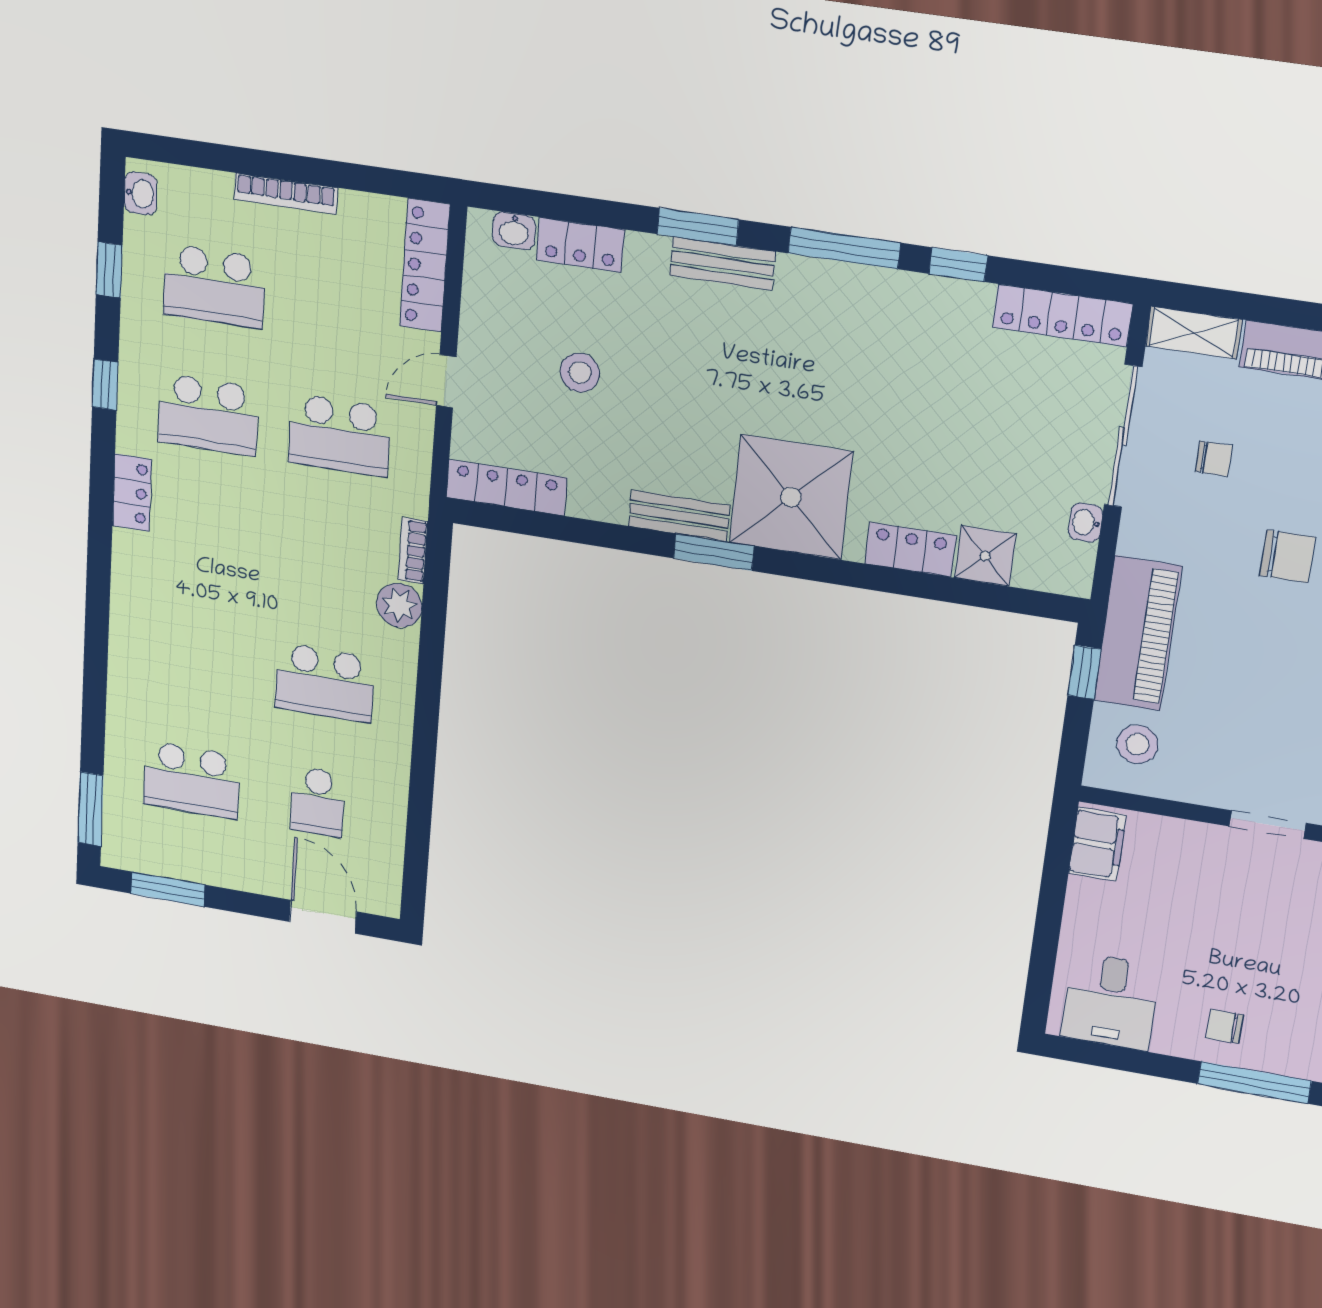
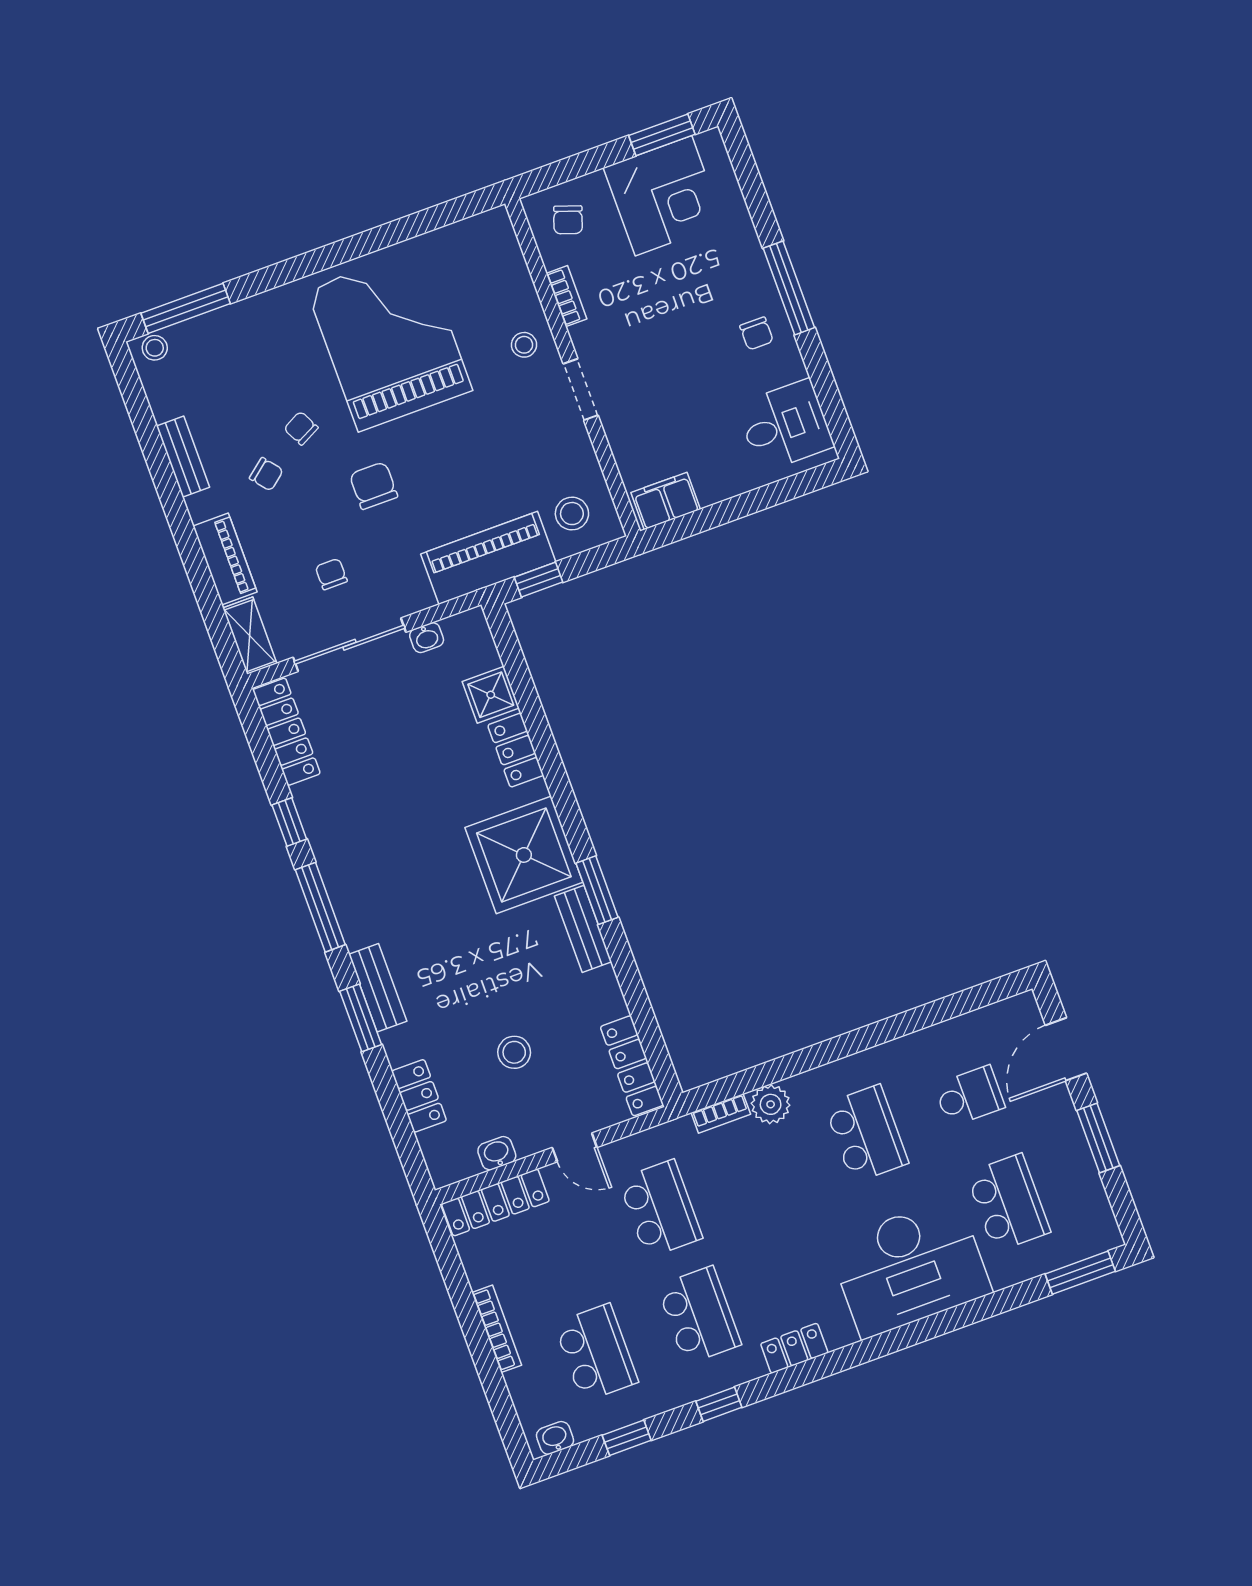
washbasin: (514, 231) -> (497, 1153), moved, turned -90
desk: (167, 651) -> (910, 1267), added
window: (168, 889) -> (1098, 1138), moved

